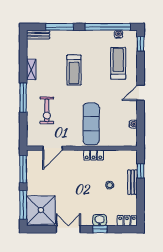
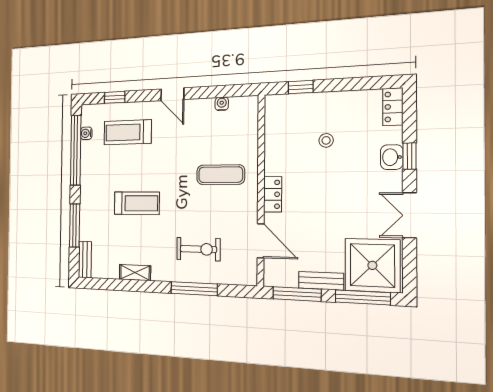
window: (141, 44) -> (115, 97), moved
window: (23, 98) -> (194, 289), moved
exercise mat: (91, 124) -> (221, 175), width x0.73, depth x0.69
locker: (93, 155) -> (273, 194), moved
bench: (132, 182) -> (321, 281), moved

